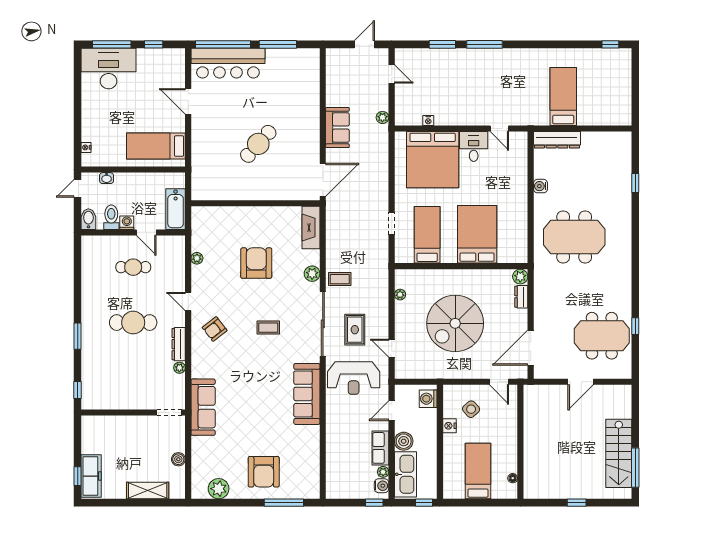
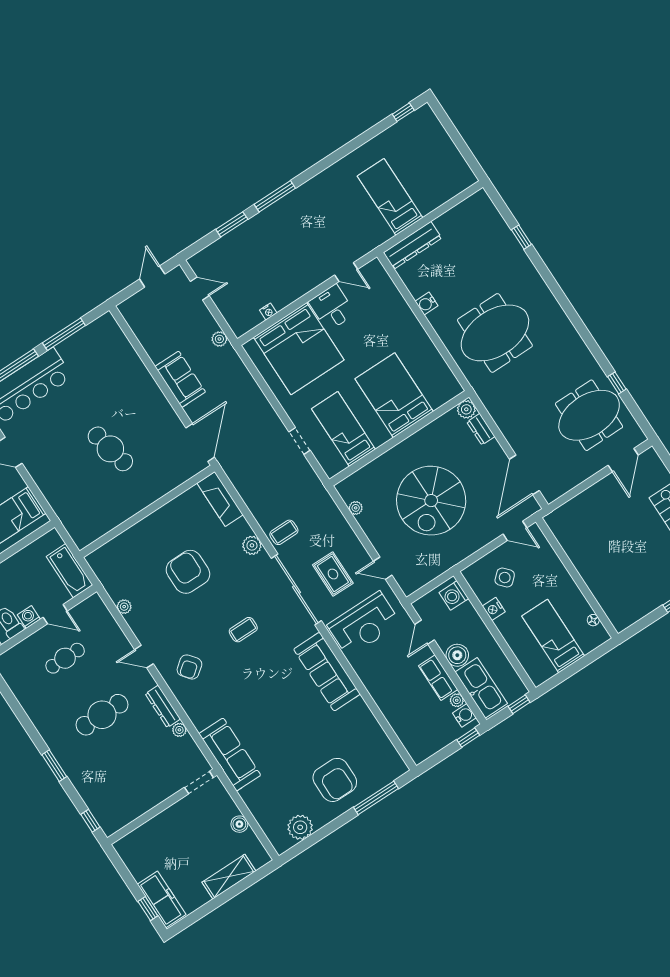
cafe table: (258, 144) -> (110, 449), turned -54
door: (581, 382) -> (623, 460), moved

